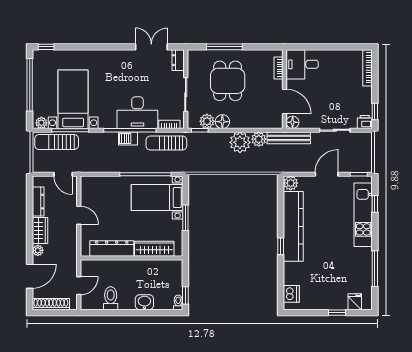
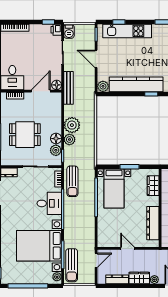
bed with nightstands: (73, 99) -> (39, 246), width x1.36
desk: (137, 113) -> (49, 203), width x0.73
barbecue: (128, 139) -> (69, 31), moved
plant: (259, 139) -> (69, 139), moved
door: (79, 215) -> (128, 248), hinge flipped
wardrobe: (154, 249) -> (153, 186), width x0.67

